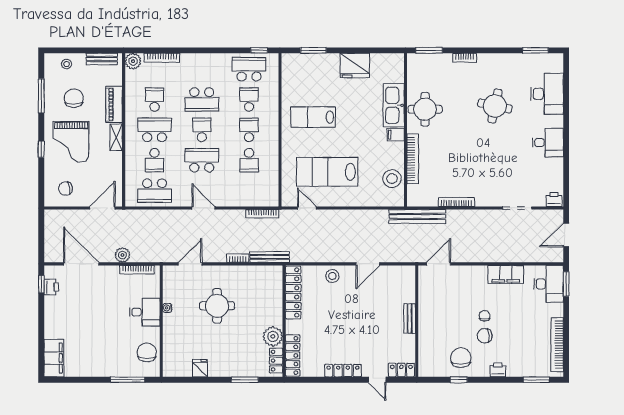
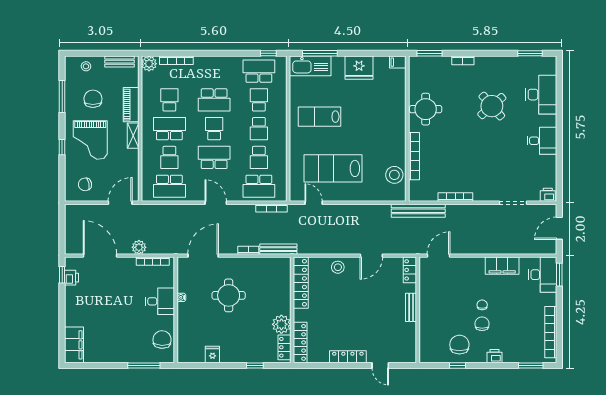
window: (313, 50) -> (320, 53), width x1.44
kitchen sink: (394, 105) -> (310, 66), moved, turned -90
round table: (495, 106) -> (492, 106), turned 37
school desk: (249, 130) -> (259, 129), turned 180
filing cabinet: (396, 135) -> (398, 62), moved
school desk: (249, 191) -> (259, 186), added
door: (190, 264) -> (203, 256), width x1.36
chair: (485, 336) -> (482, 324), turned 95
locker: (401, 370) -> (410, 270), moved, turned -90
window: (245, 380) -> (255, 365), width x0.67

